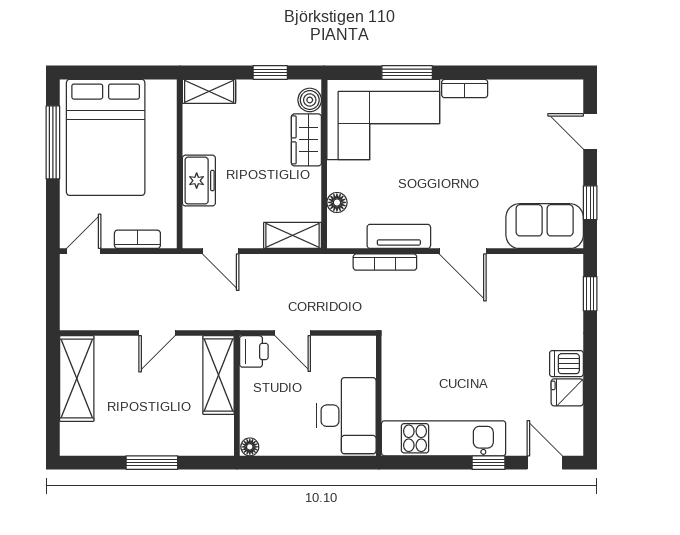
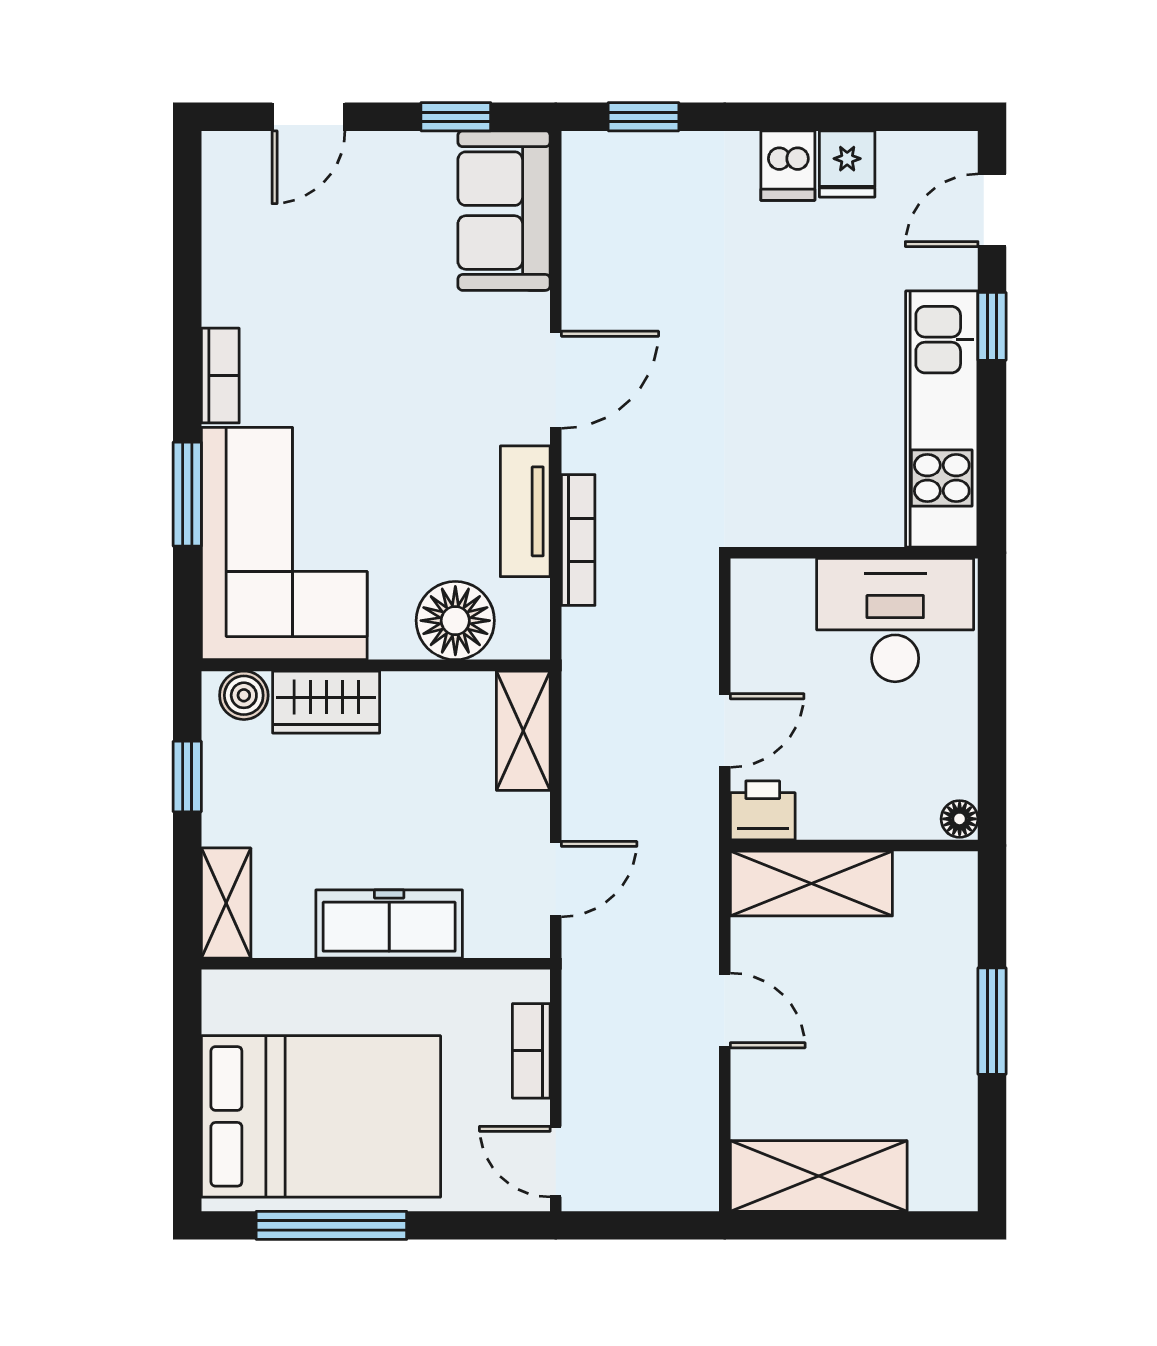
freezer: (199, 181) -> (389, 924), width x1.40
floor lamp: (337, 202) -> (455, 621), width x1.89, depth x1.89

